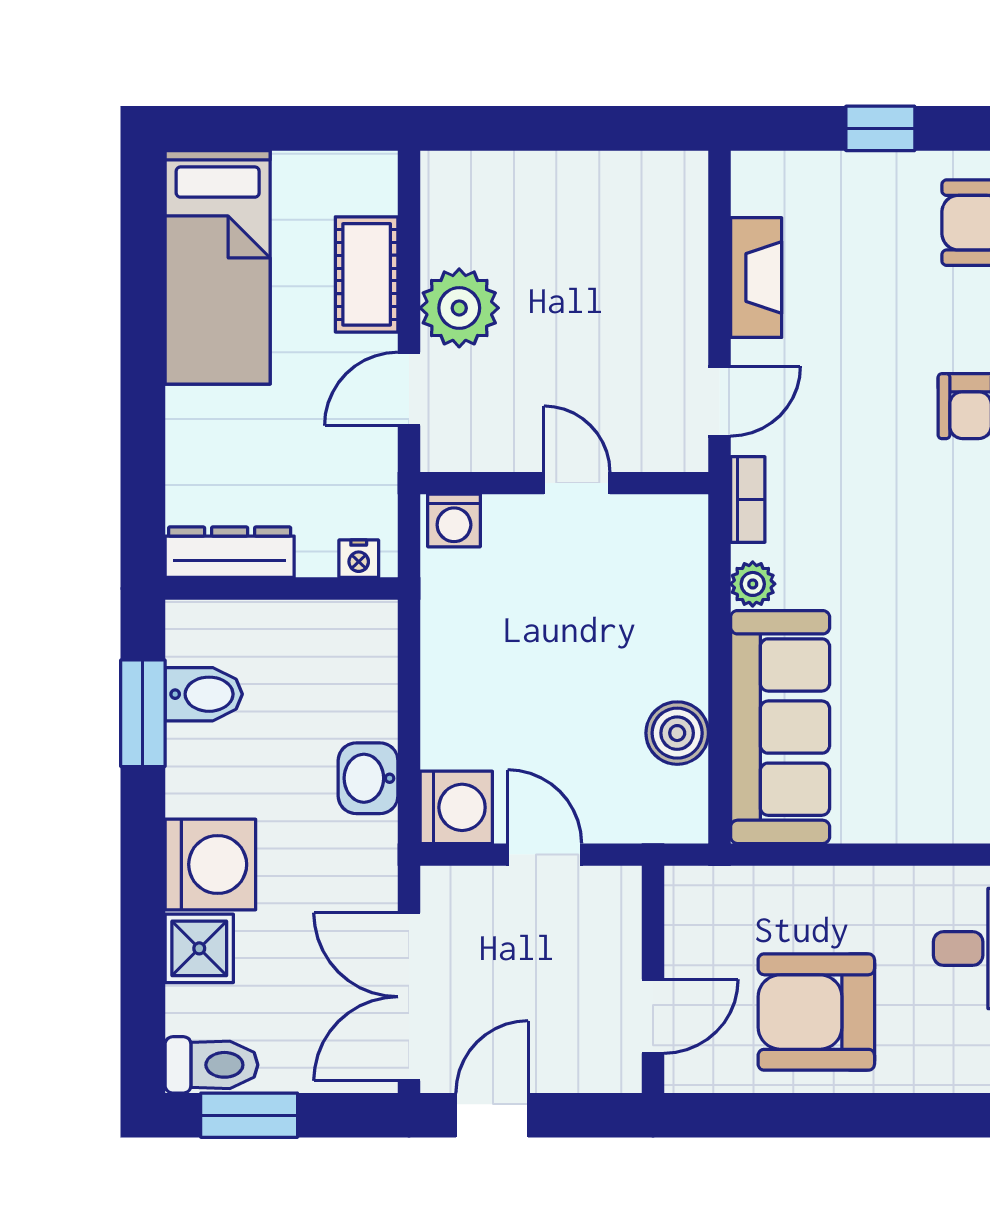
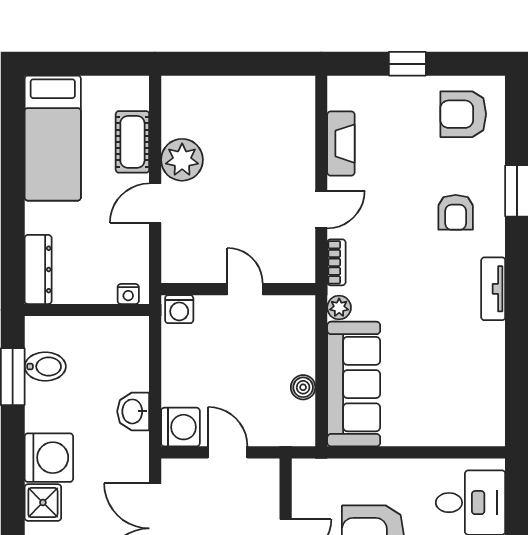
wall: (564, 483) -> (238, 289), moved
door: (577, 483) -> (245, 289), moved
washing machine: (454, 521) -> (179, 309), moved
dresser: (230, 552) -> (38, 269), moved, turned 90
boiler: (677, 733) -> (303, 387), width x0.73, depth x0.73

